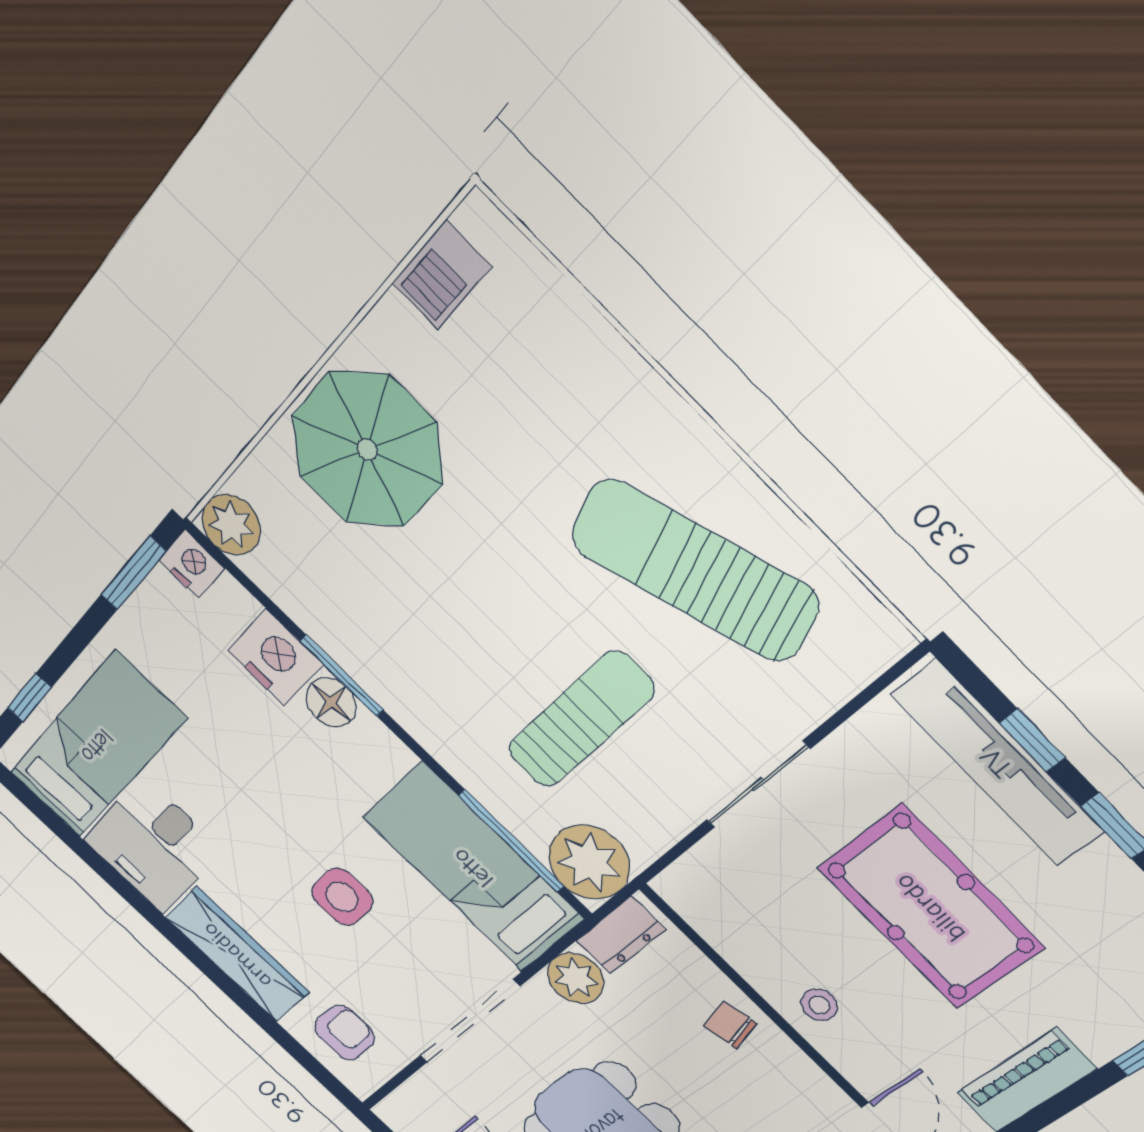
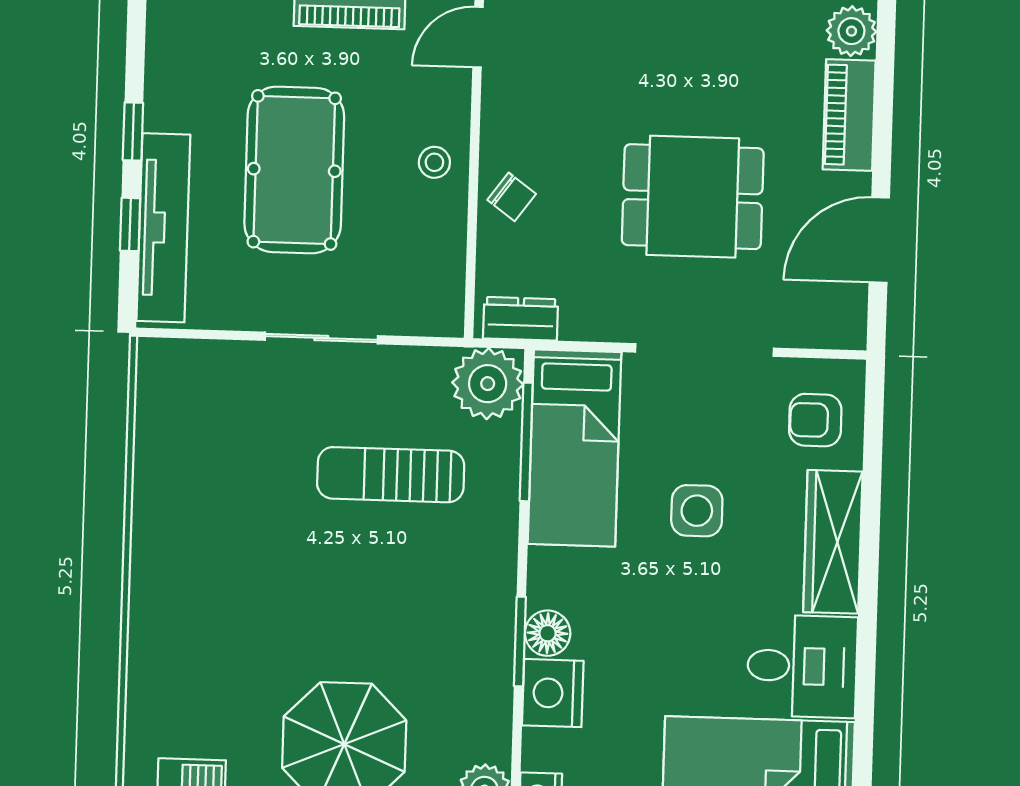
sun lounger: (694, 571) -> (223, 495), removed
plant: (576, 978) -> (587, 316), removed
chair: (730, 1025) -> (512, 197), turned -42

